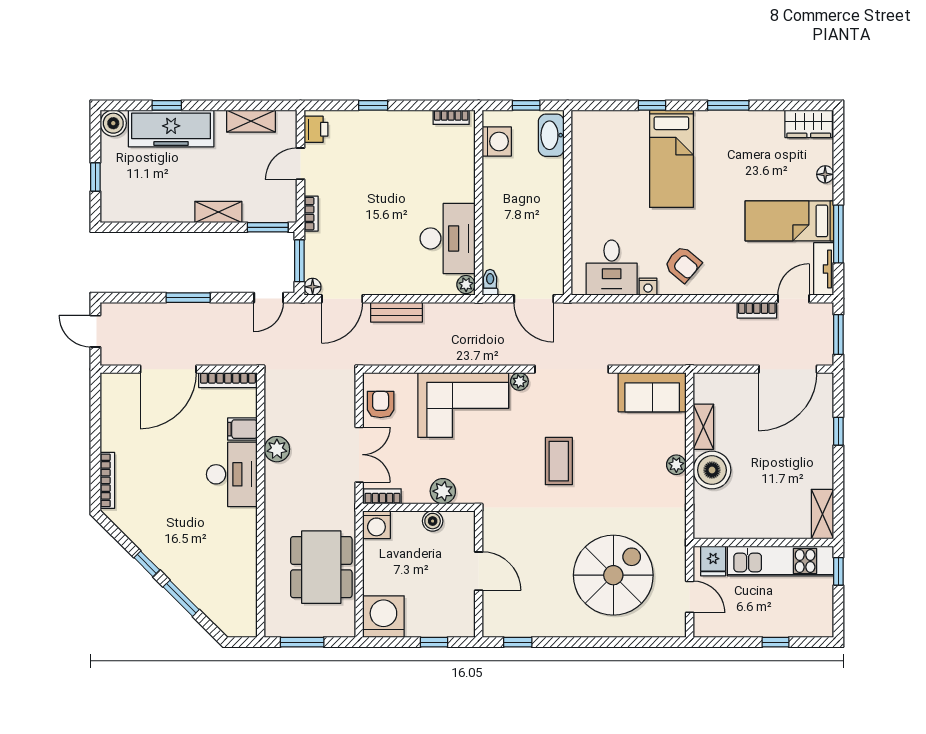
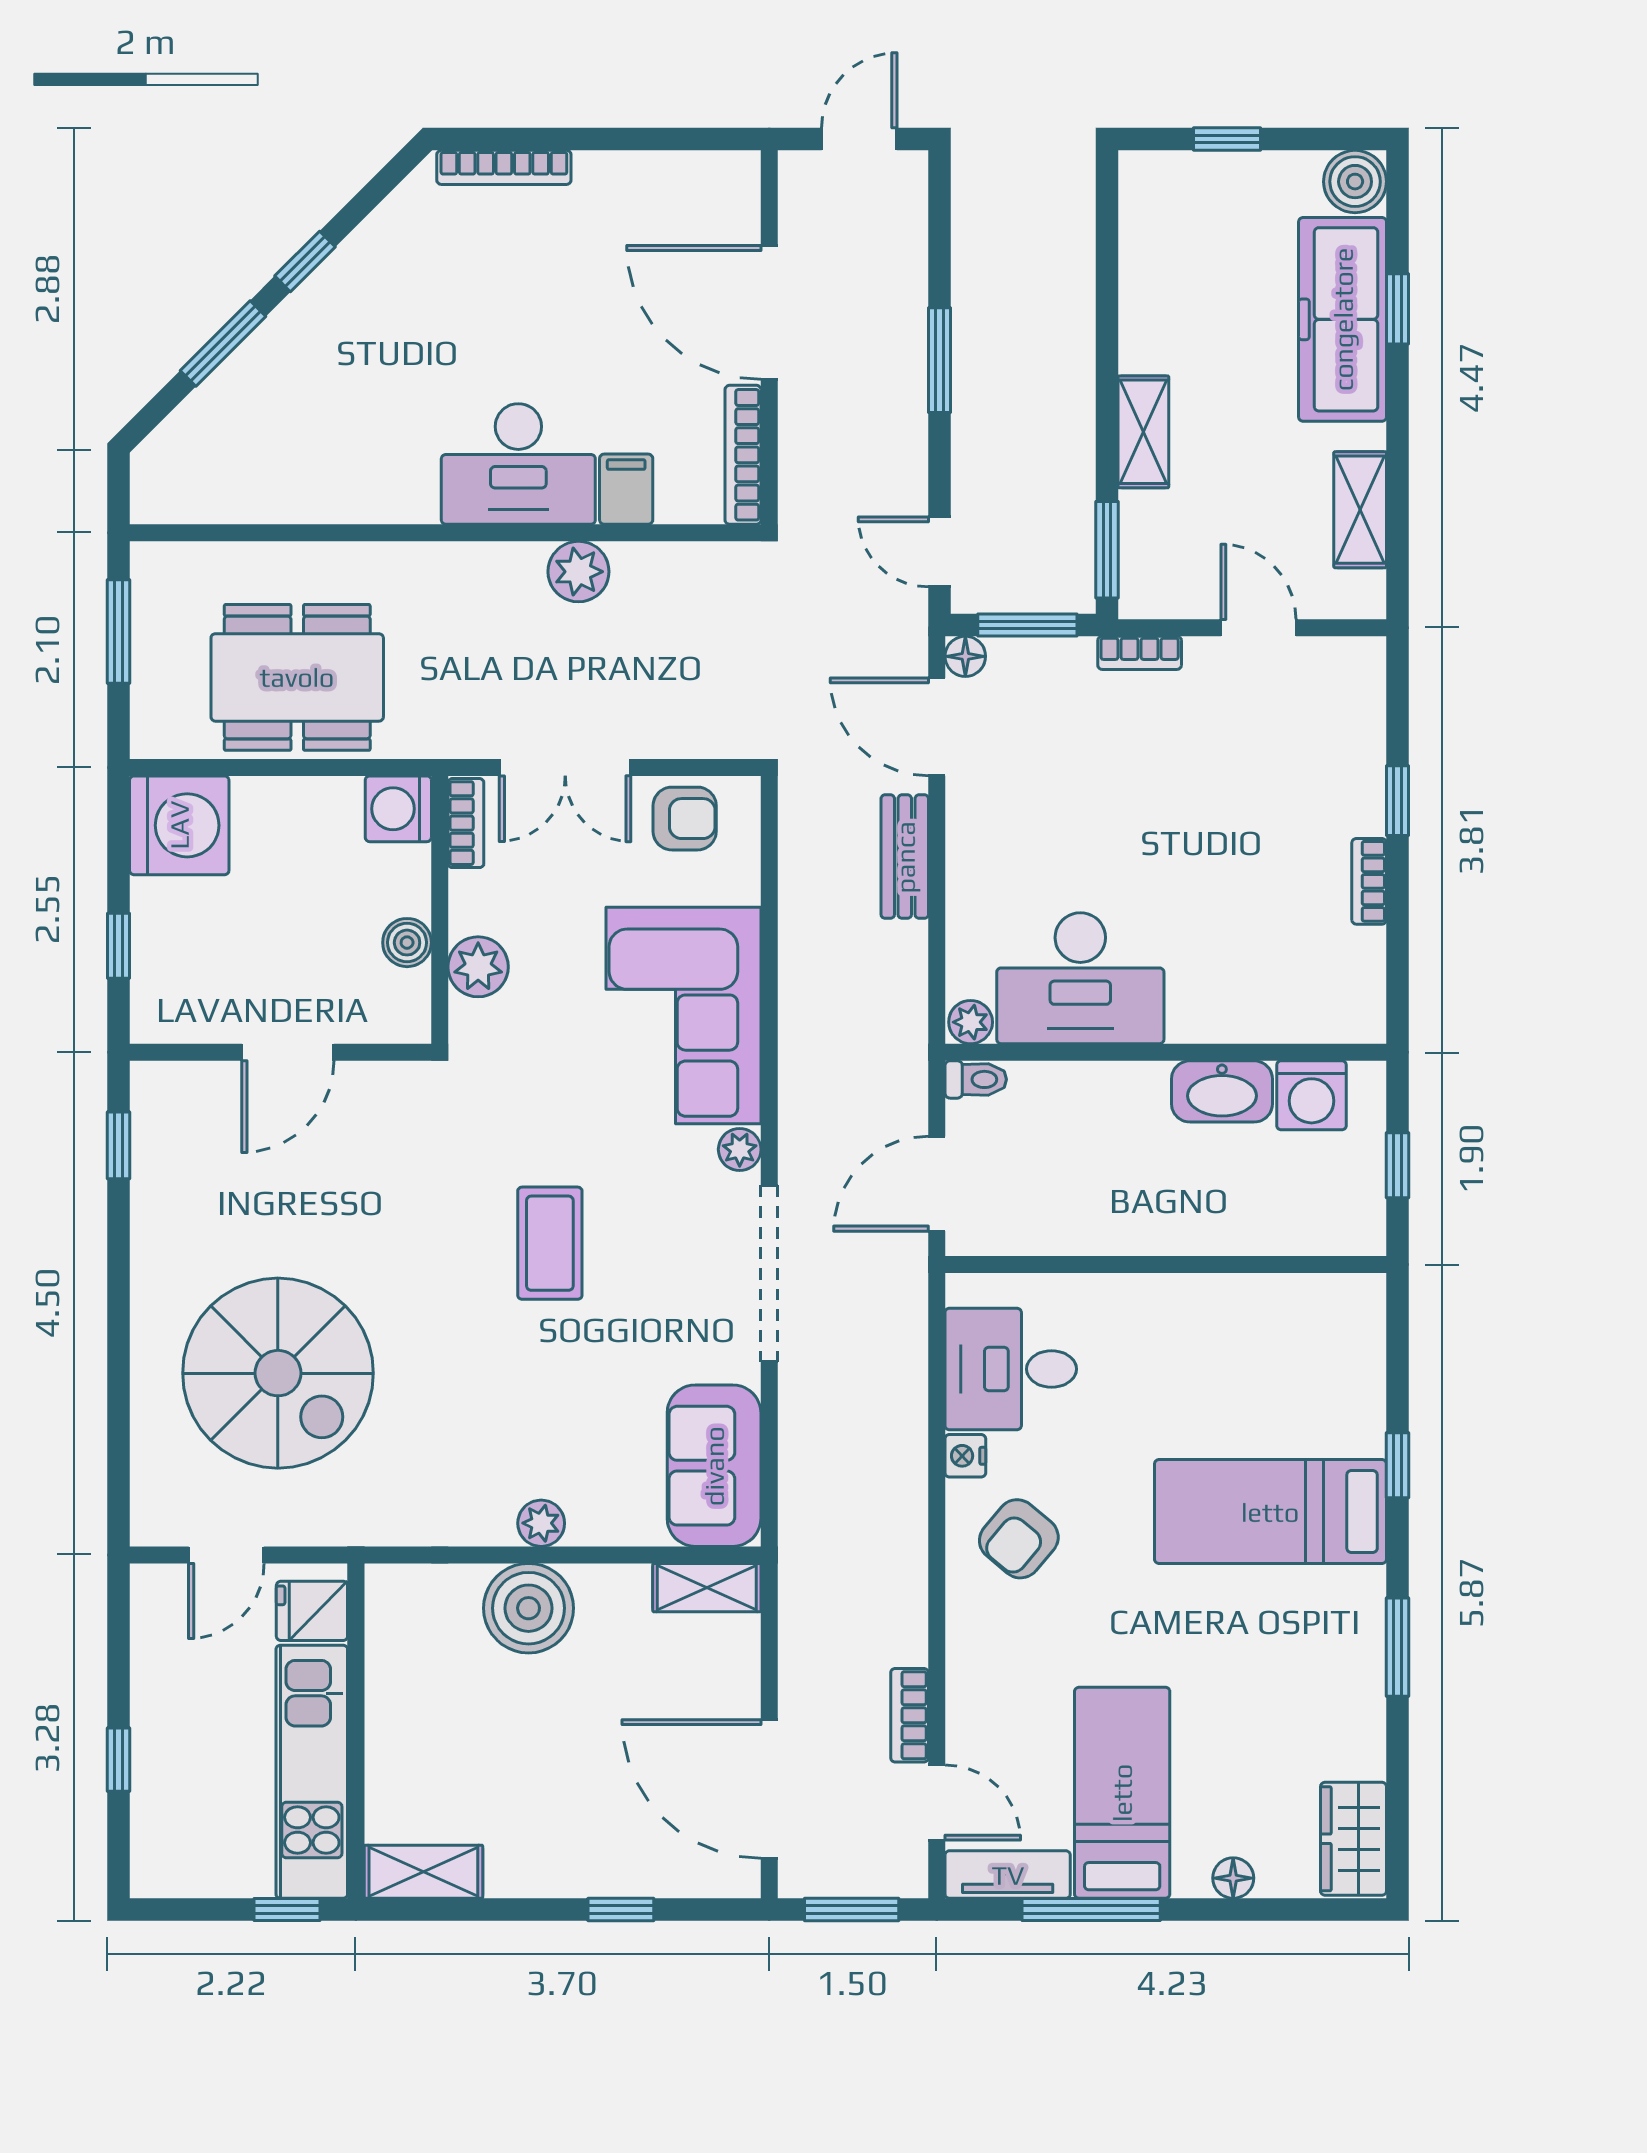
bookcase: (451, 117) -> (1369, 881), moved
printer: (316, 129) -> (1341, 665), removed
washbasin: (551, 135) -> (1222, 1091), moved, turned 180
shelving: (703, 427) -> (707, 1588), moved
coffee table: (559, 461) -> (550, 1243), turned 90

